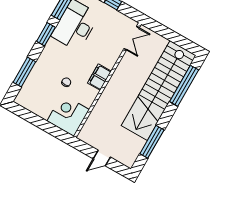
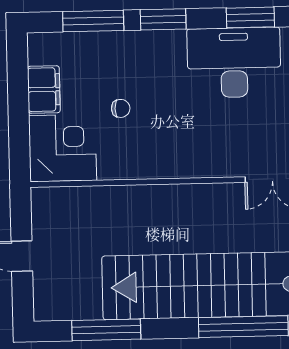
window: (46, 34) -> (163, 19), moved
filing cabinet: (99, 77) -> (44, 90), moved, turned 90

